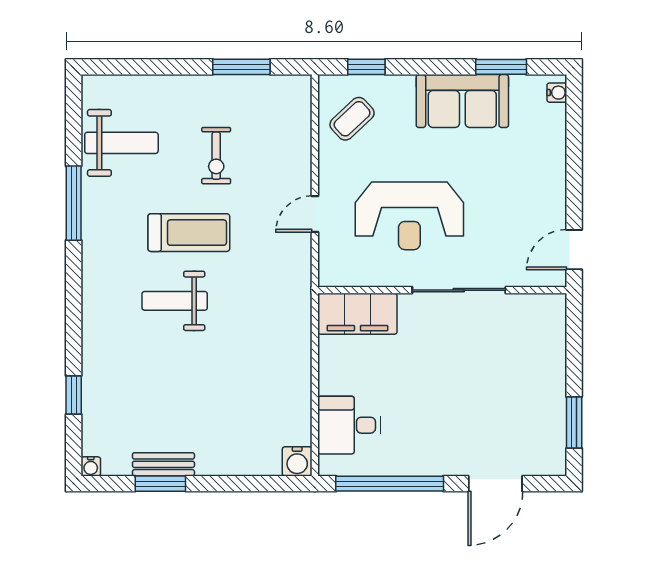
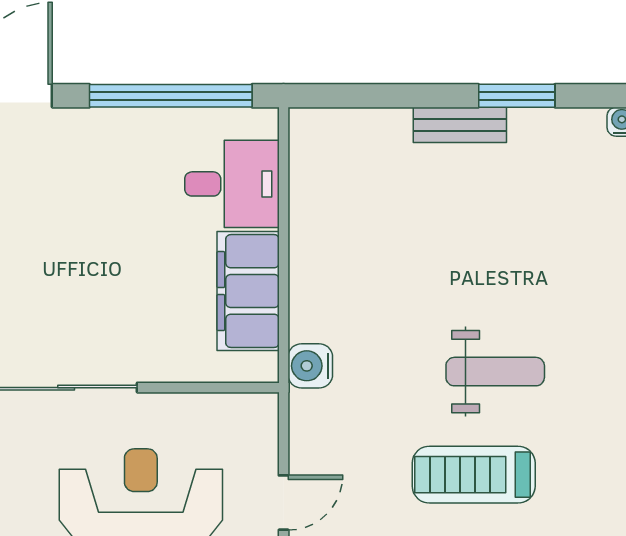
filing cabinet: (357, 314) -> (248, 291), moved, turned -90
water cooler: (297, 461) -> (310, 366), moved, turned -90
bench: (163, 464) -> (460, 125), moved

